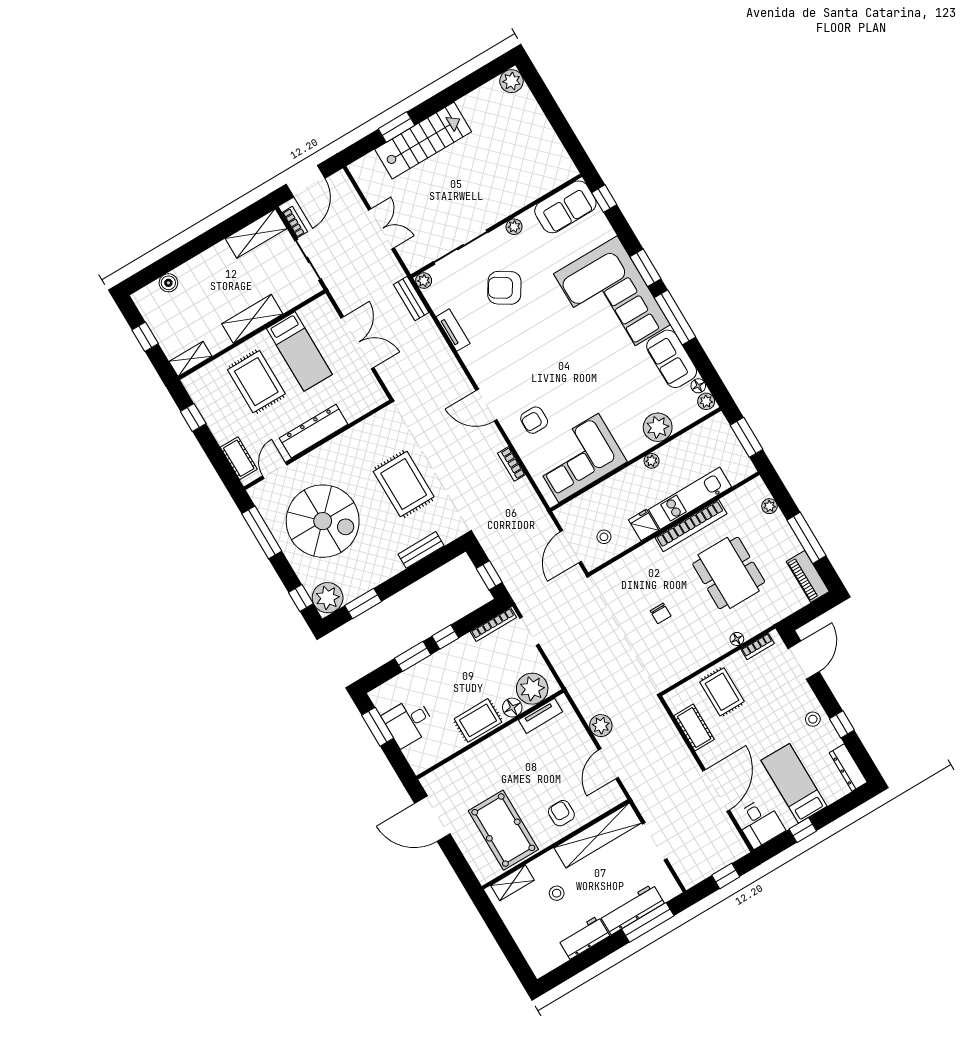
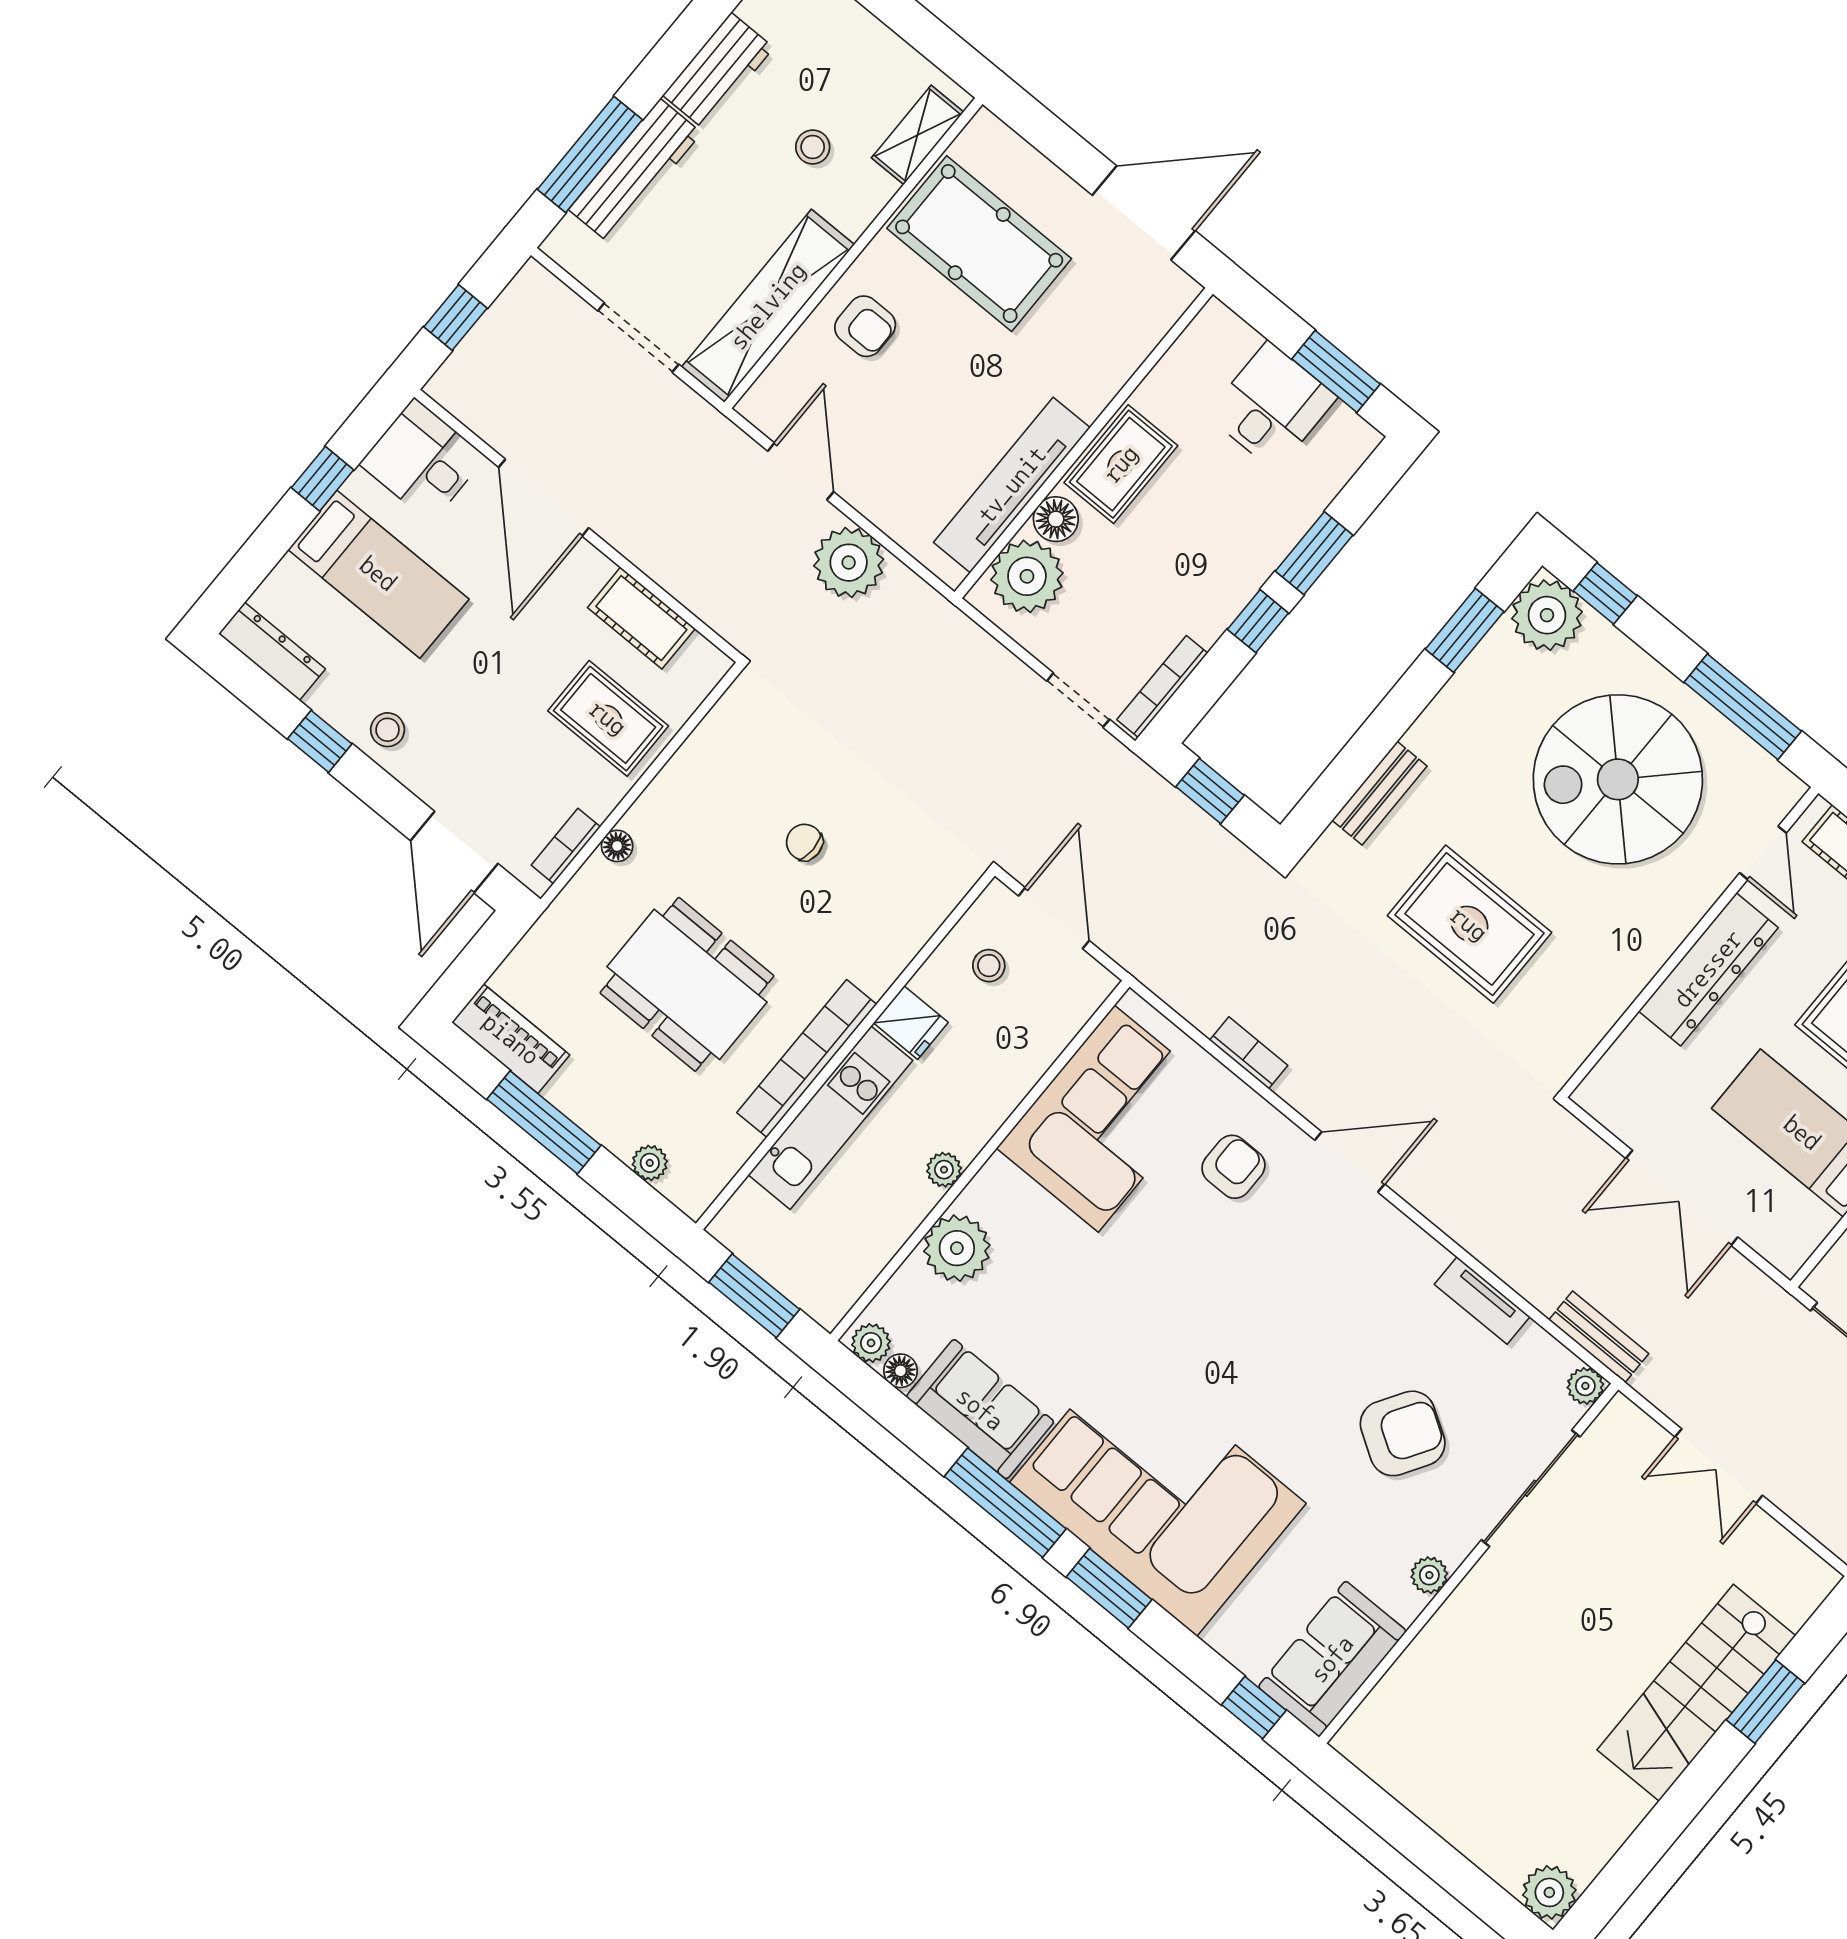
tv unit: (540, 716) -> (1012, 485), width x1.92, depth x1.29
plant: (601, 726) -> (849, 563), width x1.36, depth x1.36

